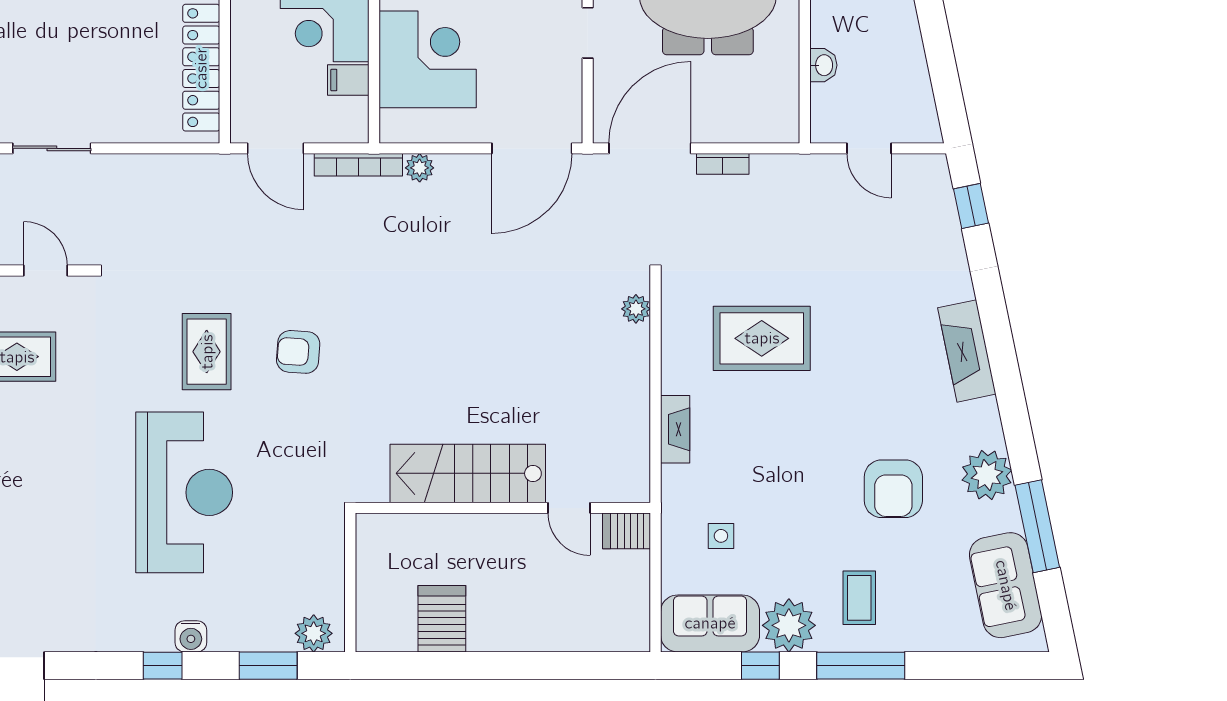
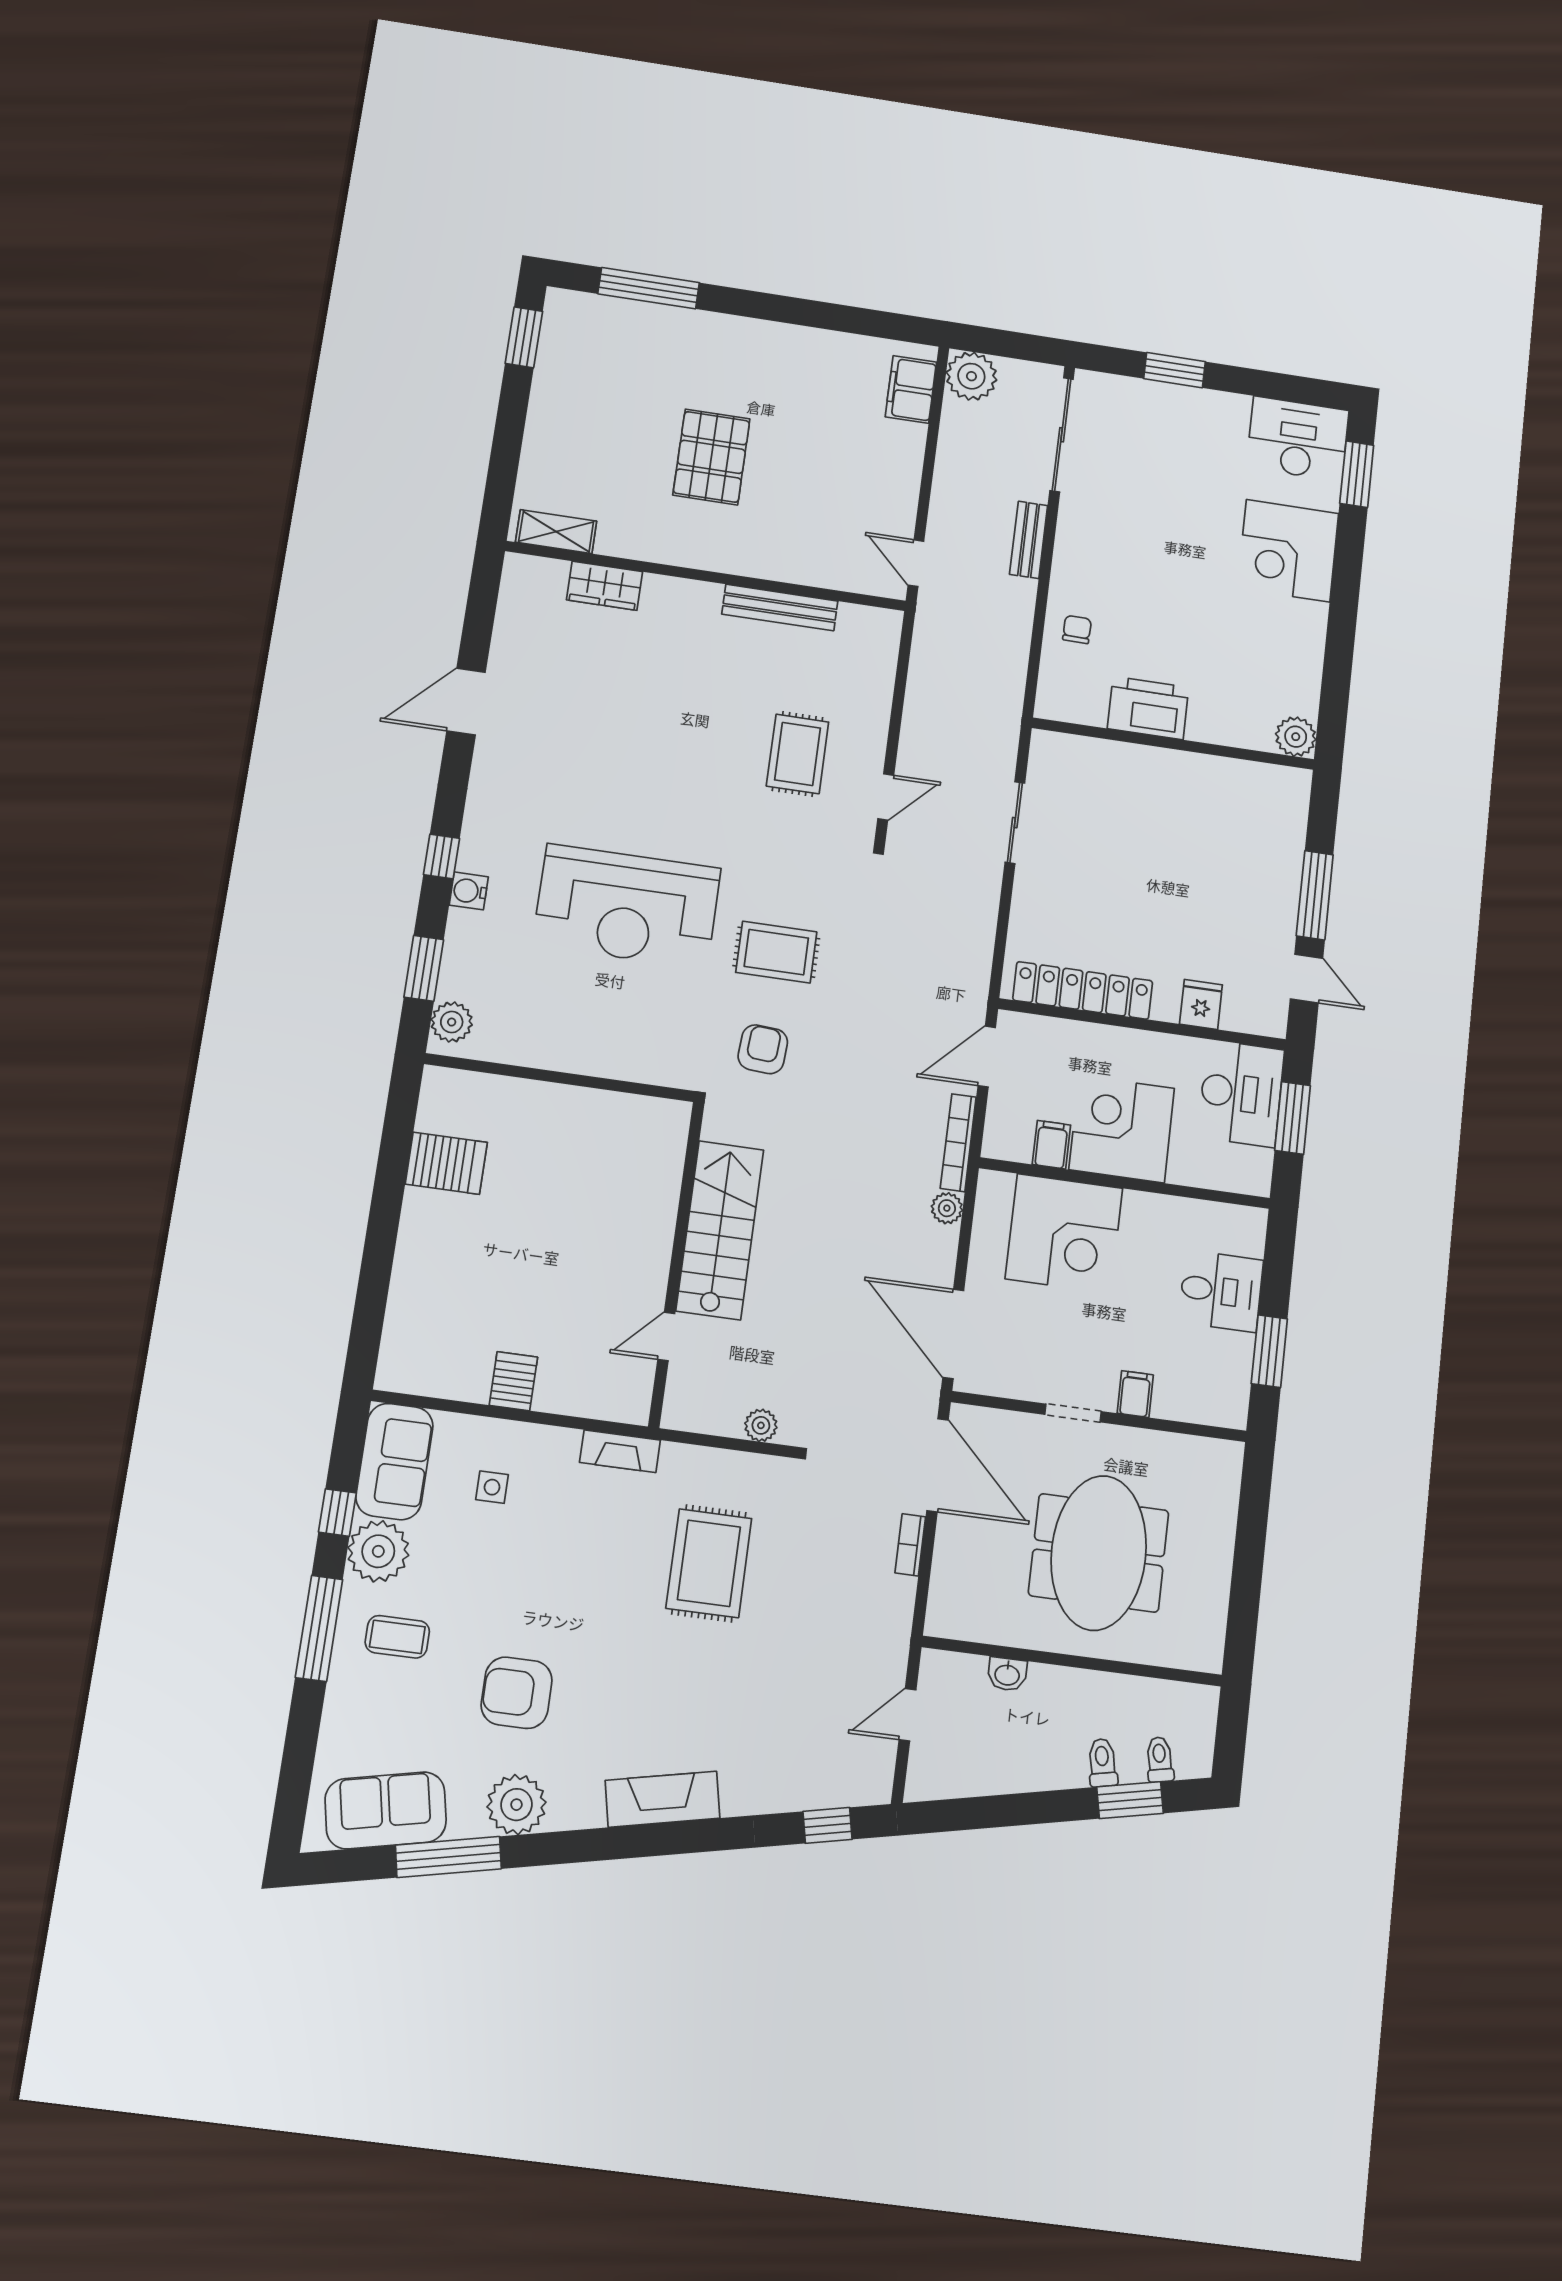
stairs: (468, 473) -> (720, 1230), moved
wall: (503, 508) -> (676, 1263), moved
door: (569, 508) -> (666, 1336), moved

